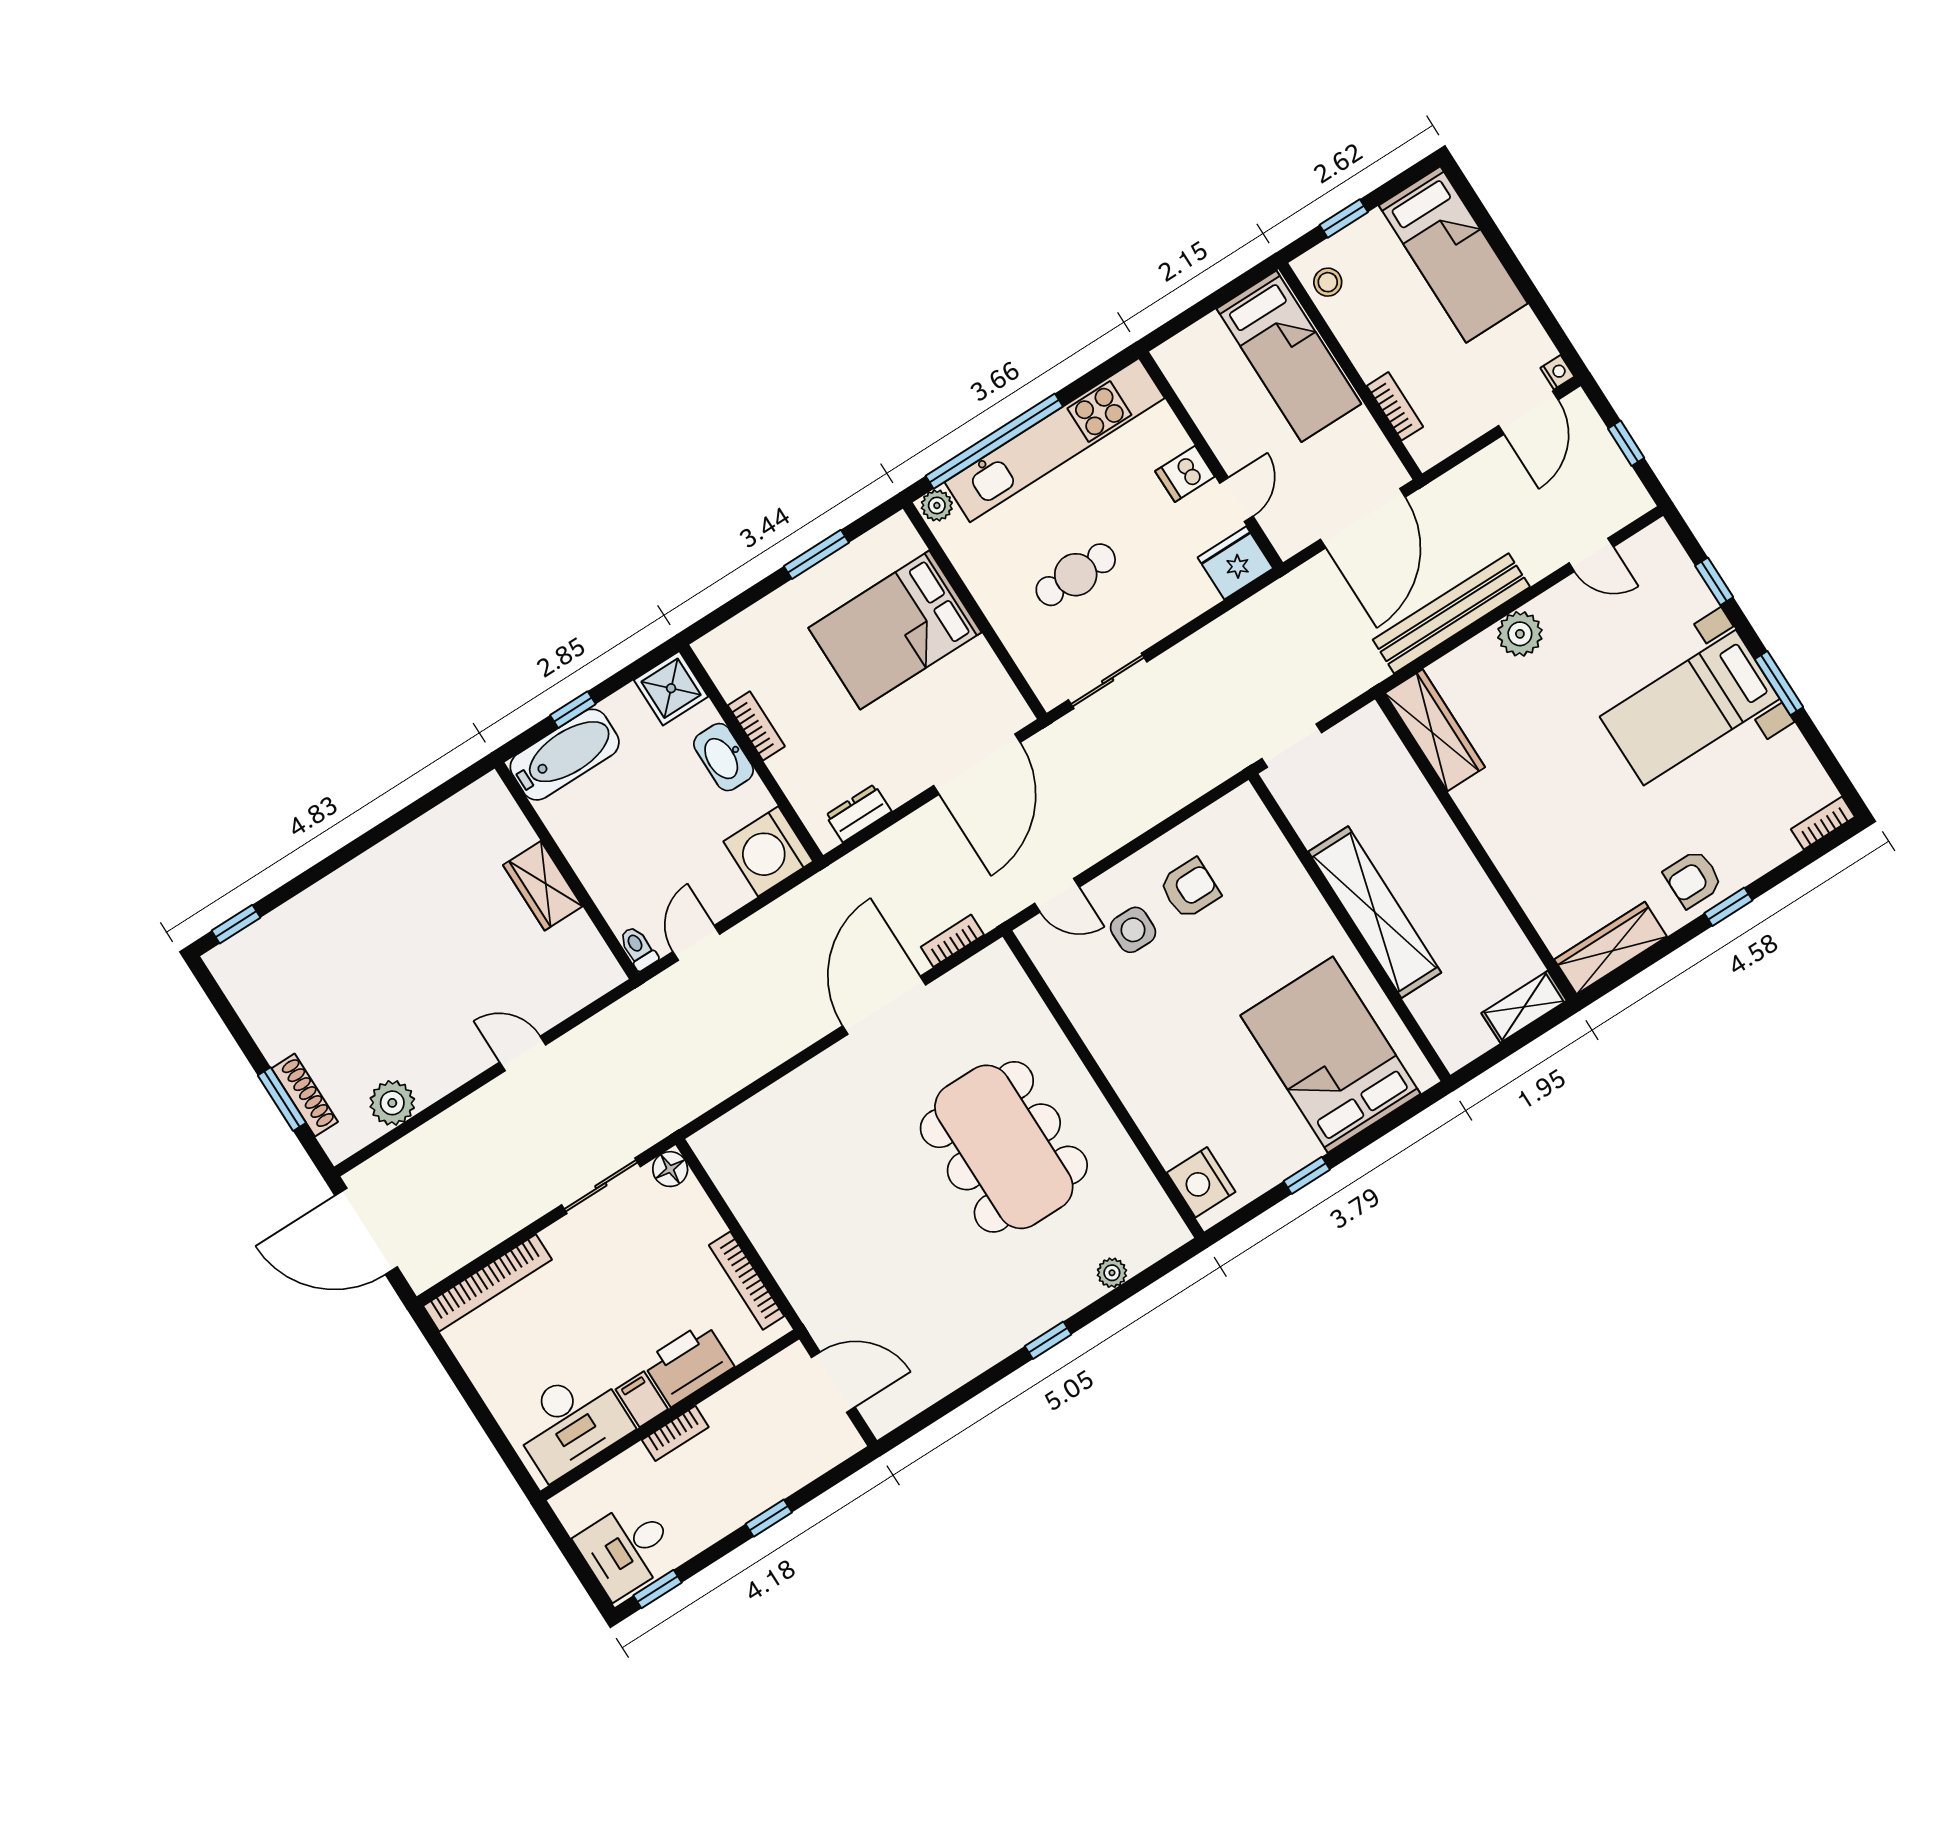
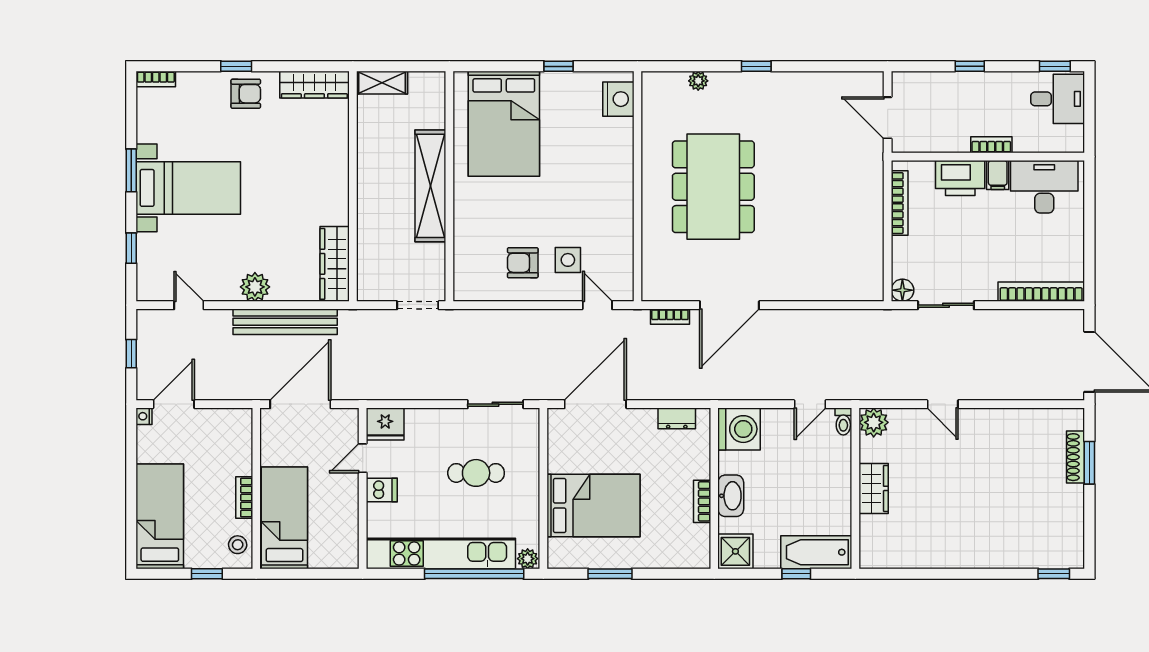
bookcase: (1395, 406) -> (244, 498), moved
plant: (392, 1103) -> (874, 422), moved

